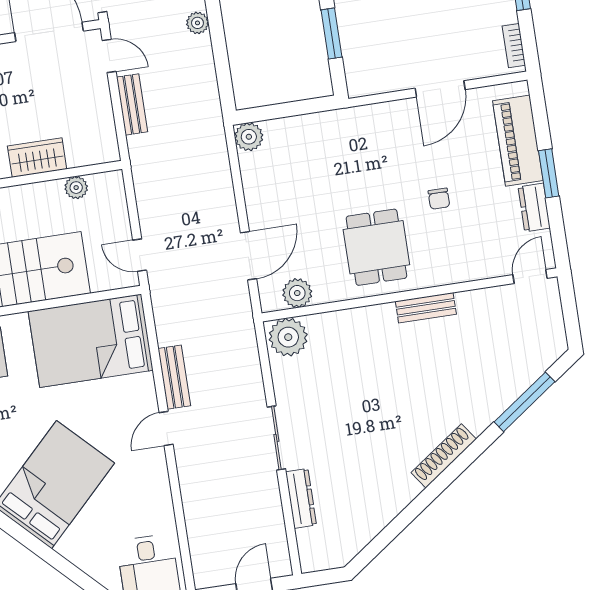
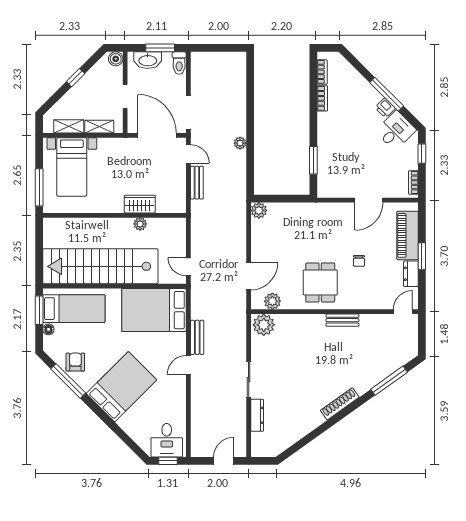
plant: (76, 188) -> (140, 224), moved

